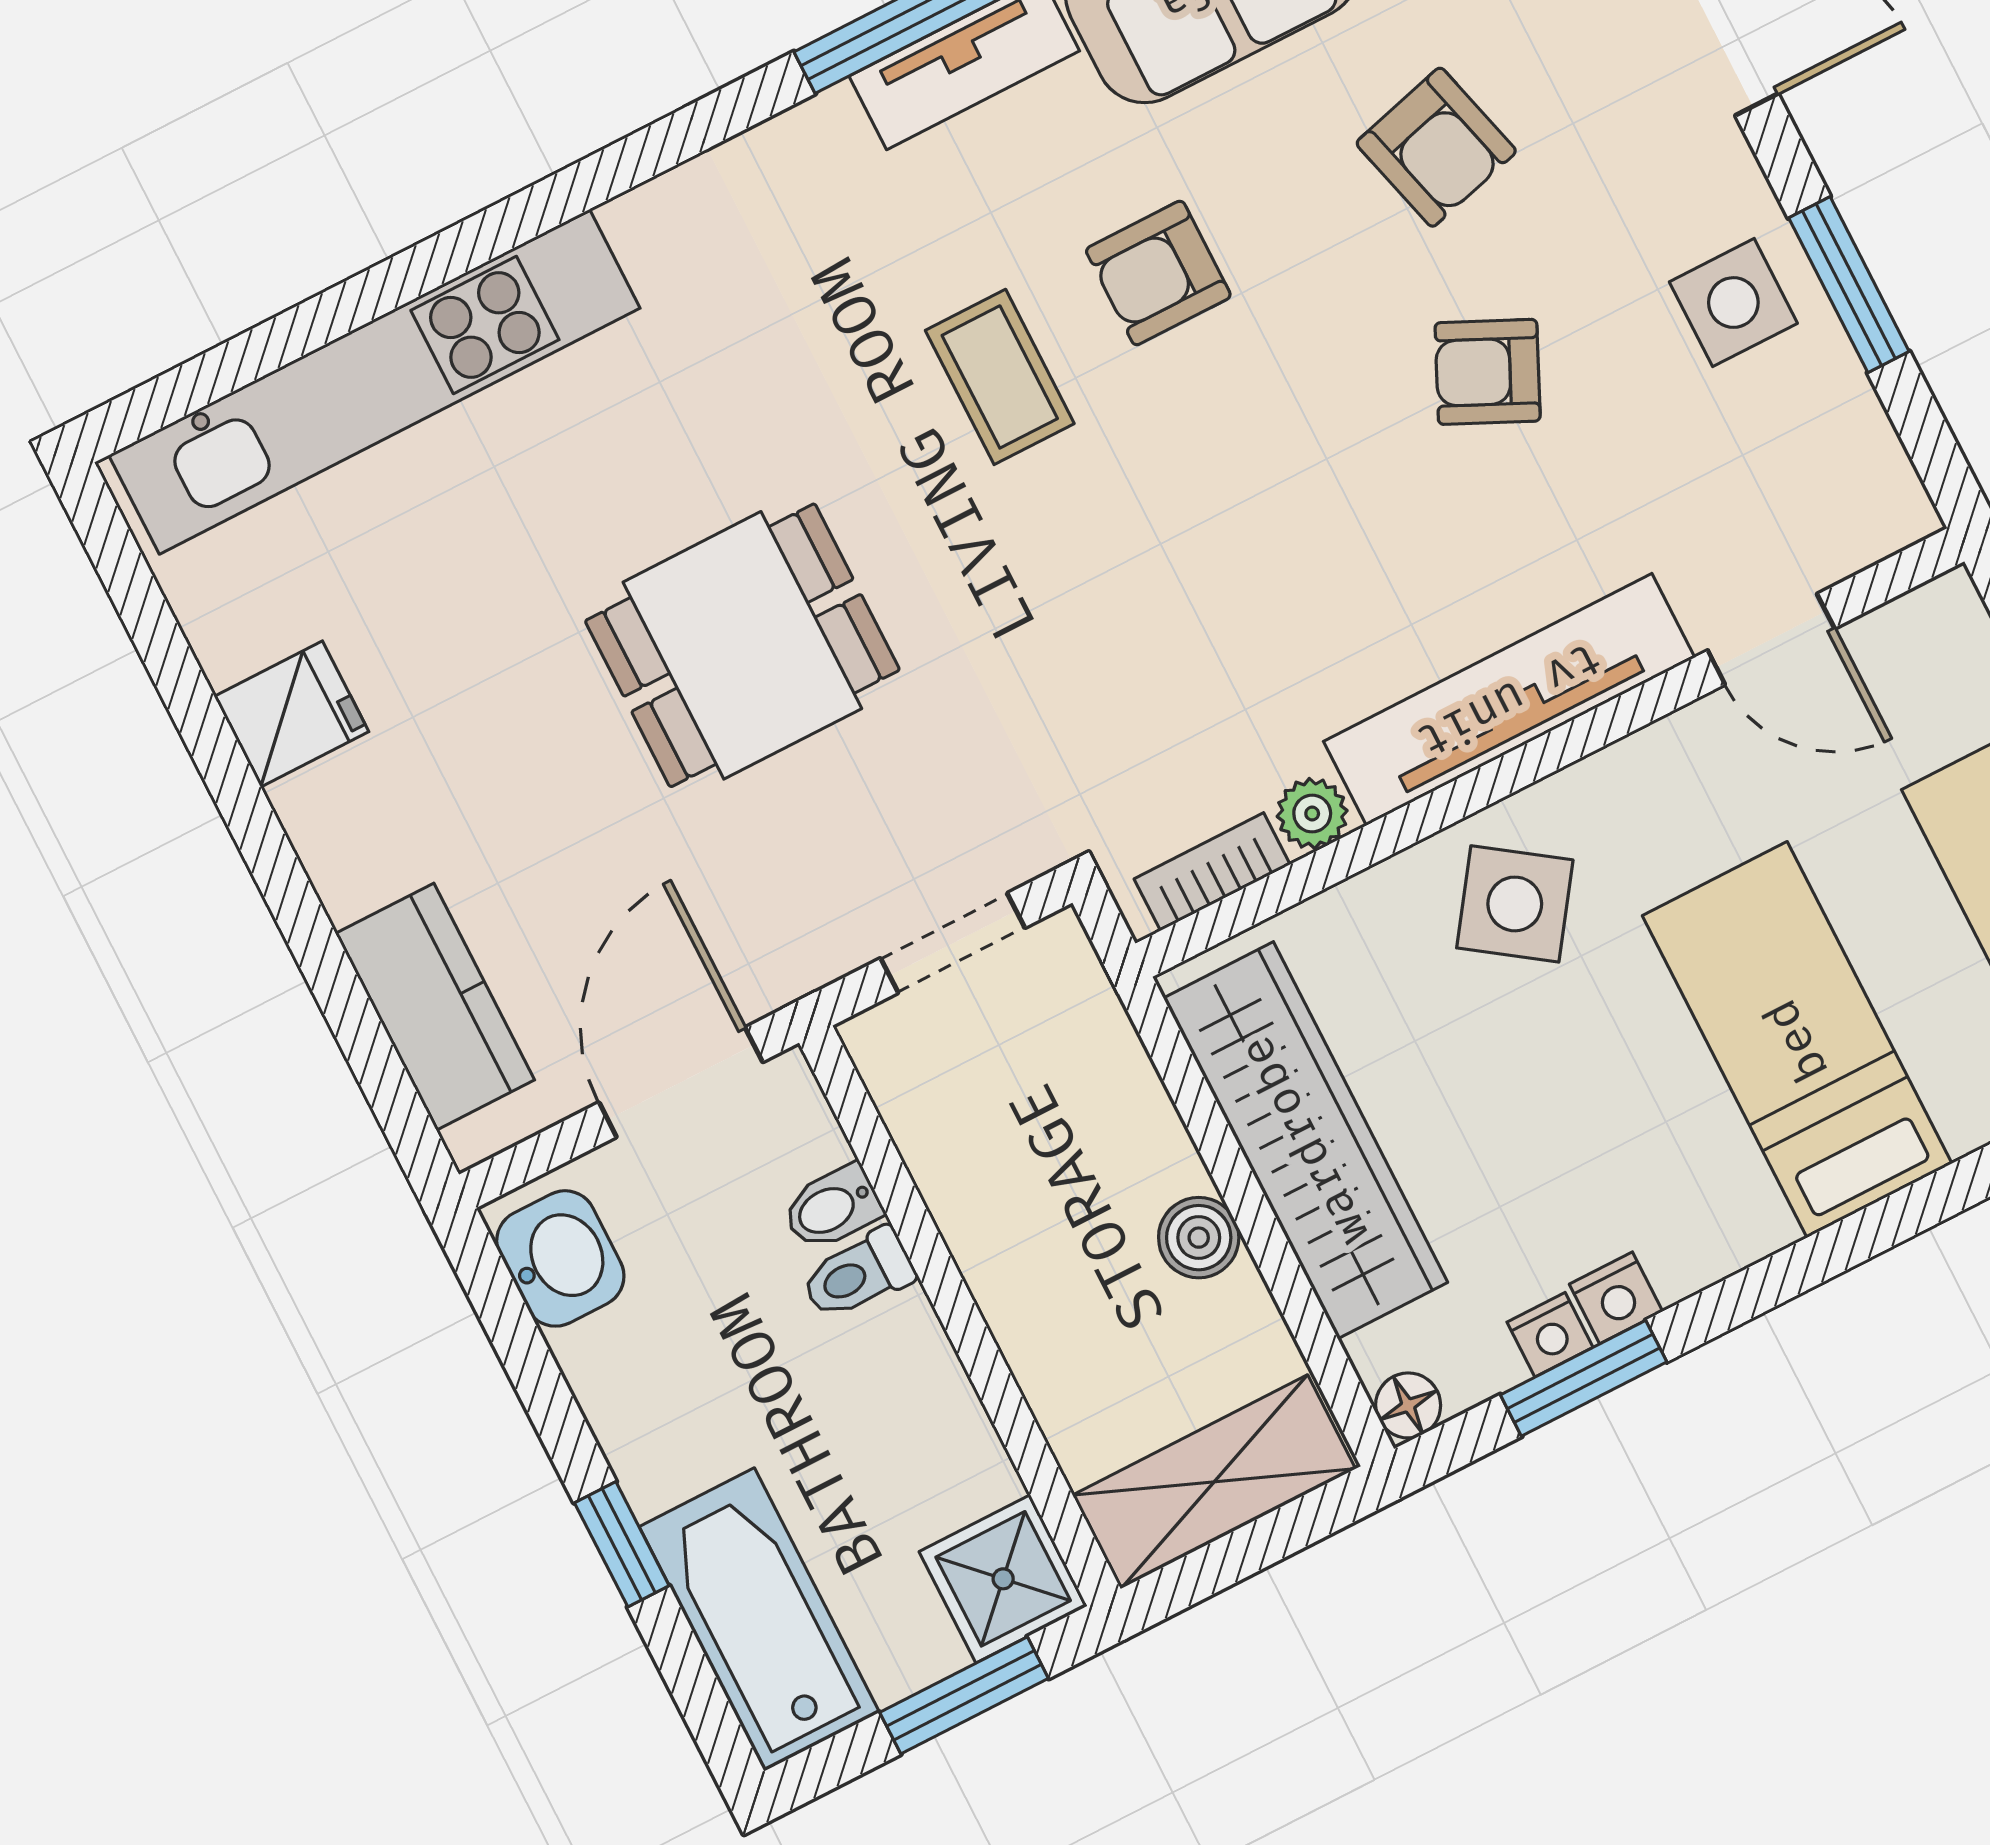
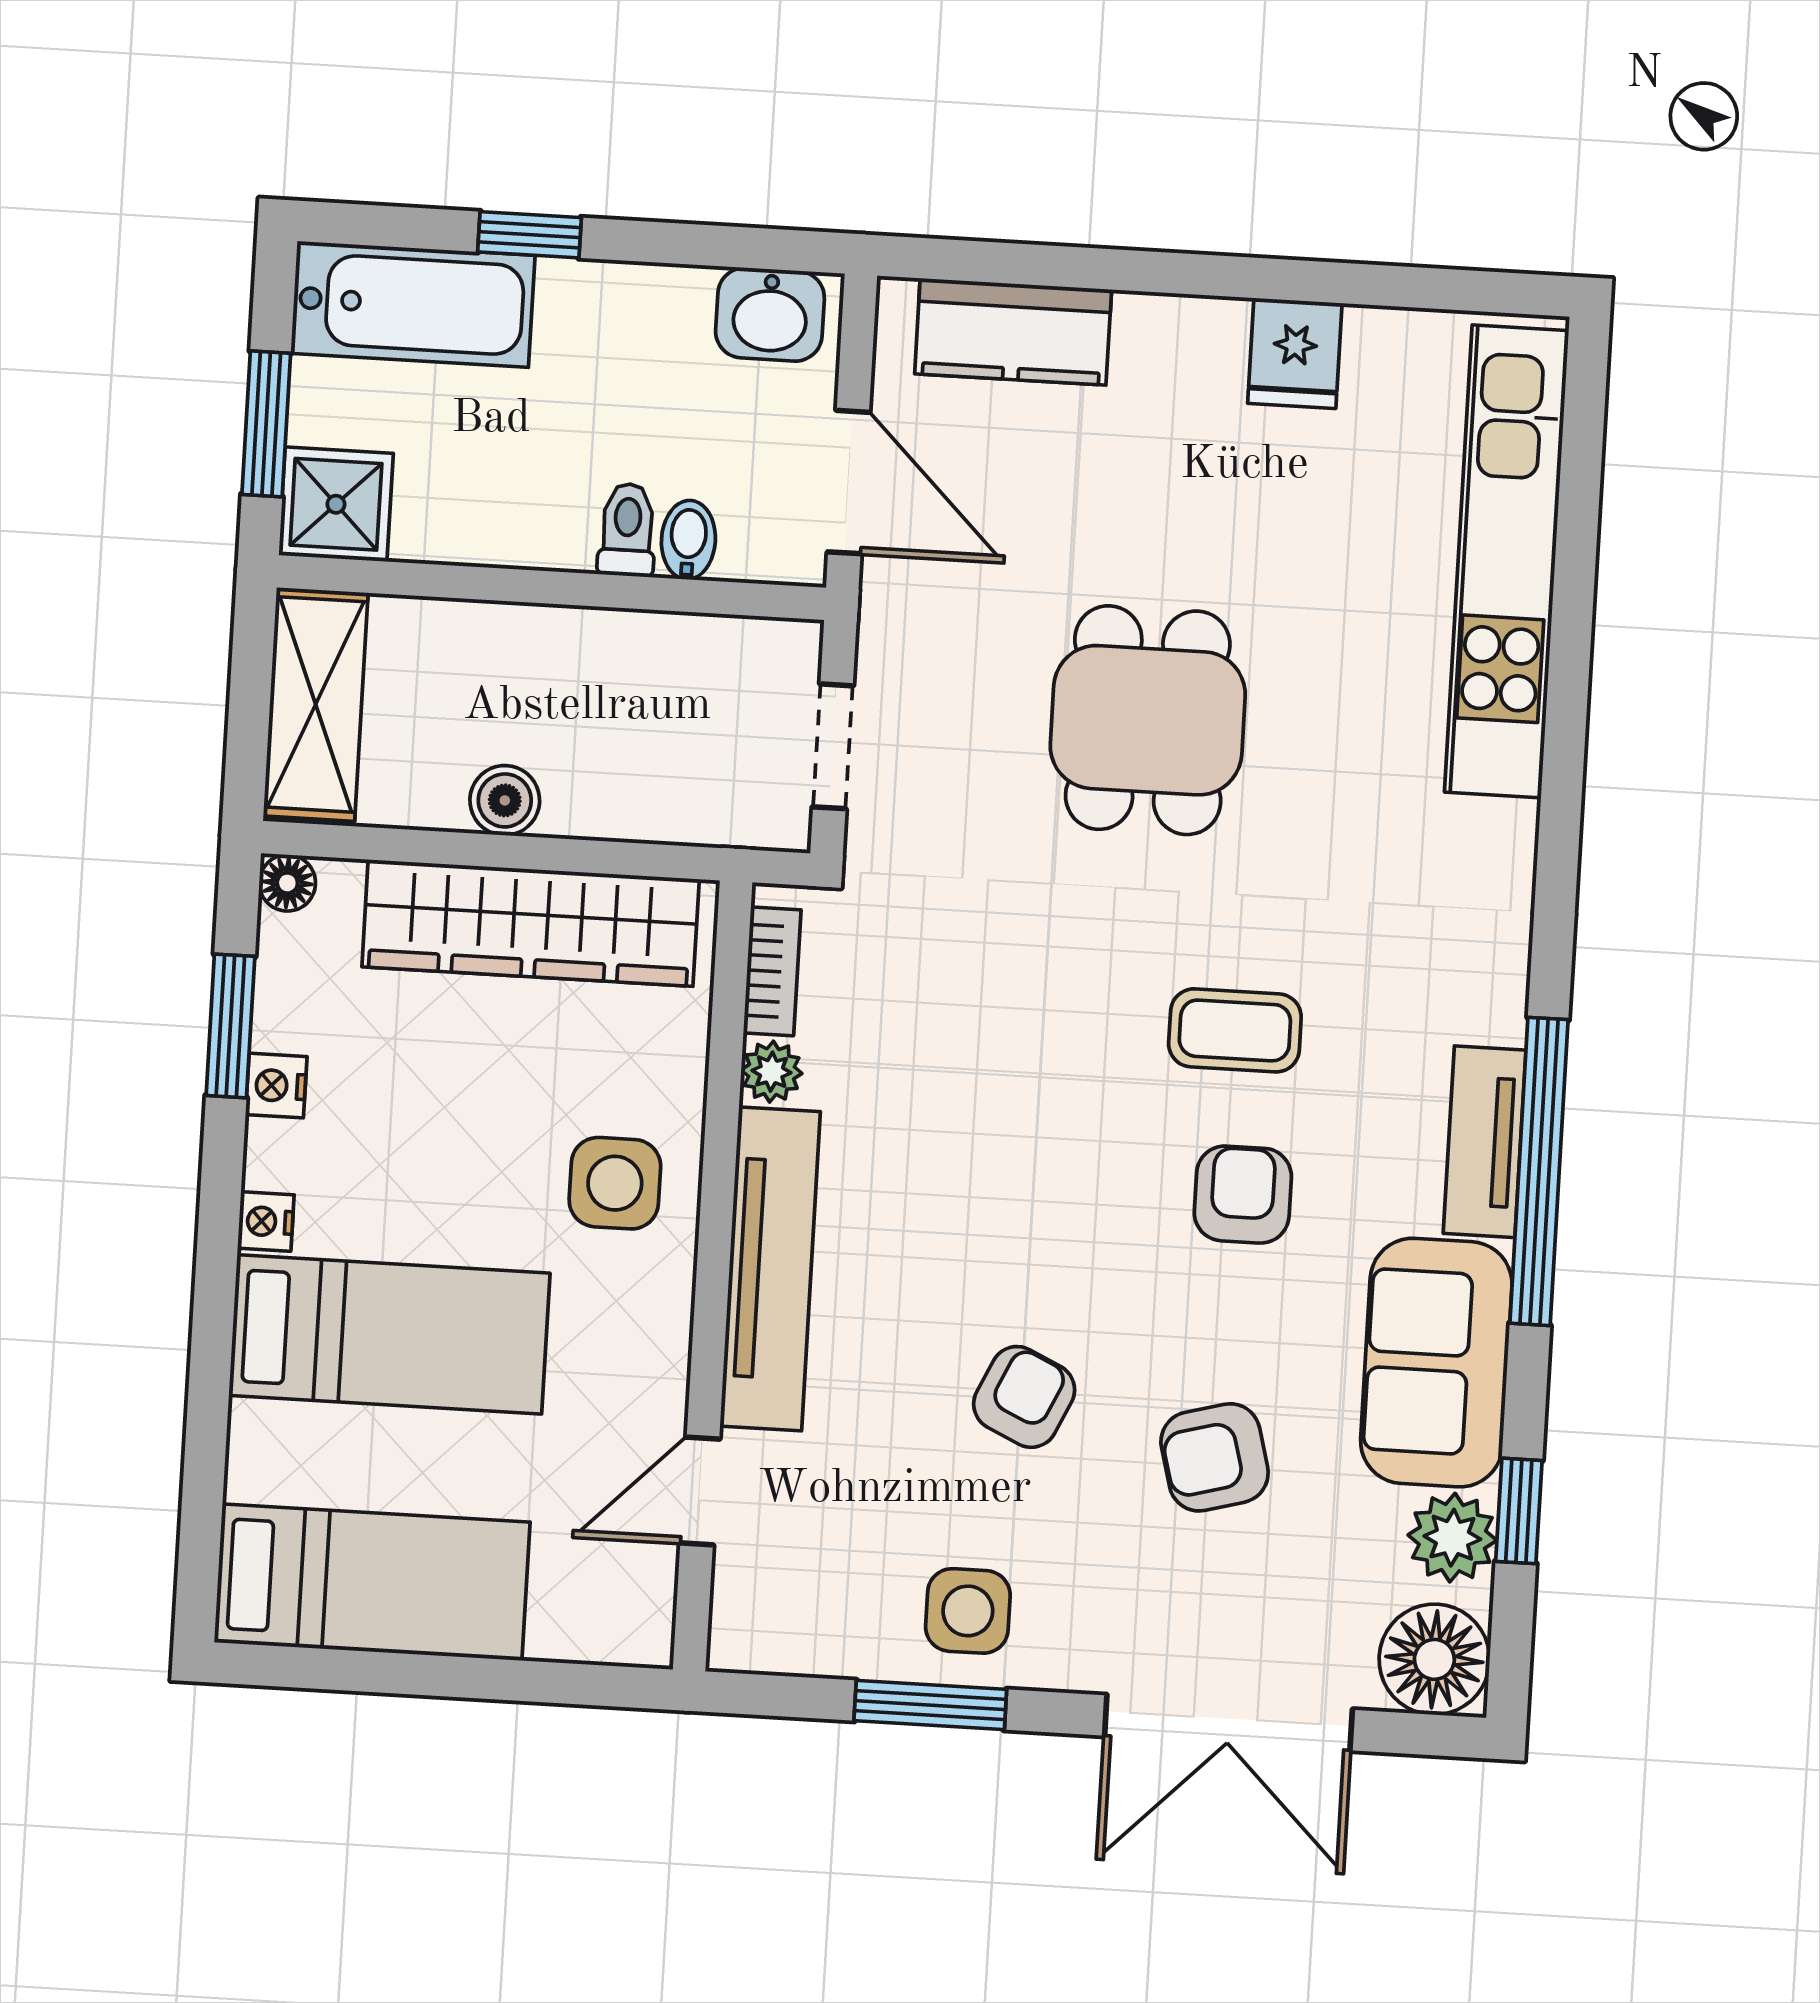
side table: (1515, 904) -> (615, 1183), turned -35
nightstand: (1550, 1335) -> (266, 1221), moved

